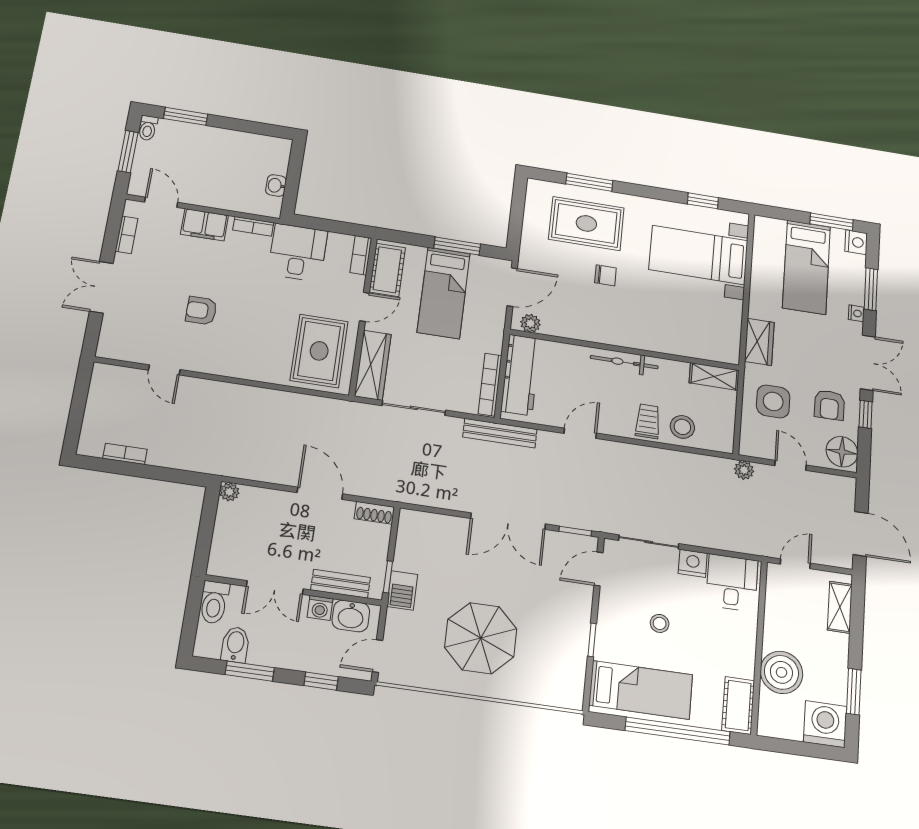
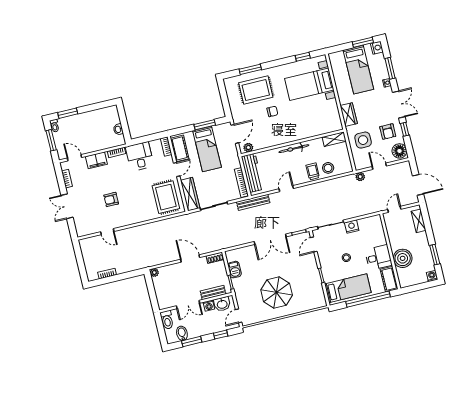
desk: (732, 583) -> (378, 257), moved, turned 90
barbecue: (402, 590) -> (235, 270), moved
washing machine: (825, 724) -> (432, 276), width x0.53, depth x0.53

